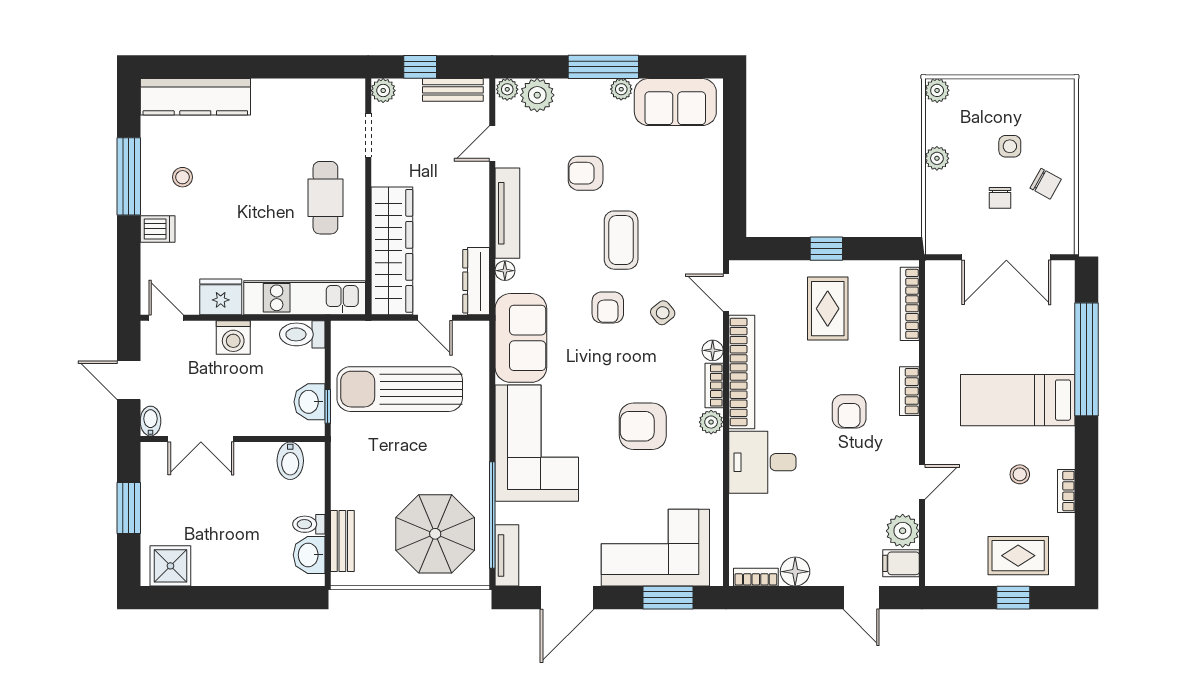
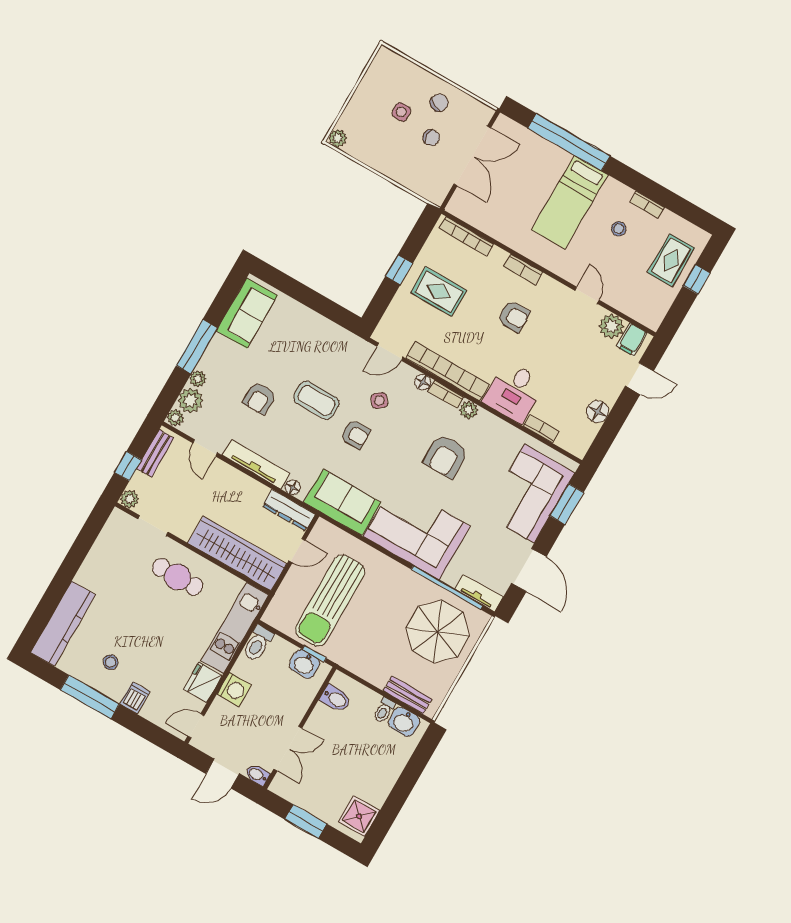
plant: (621, 89) -> (198, 379), moved
plant: (937, 158) -> (382, 164), removed
bookcase: (756, 577) -> (541, 429), moved, turned 90

